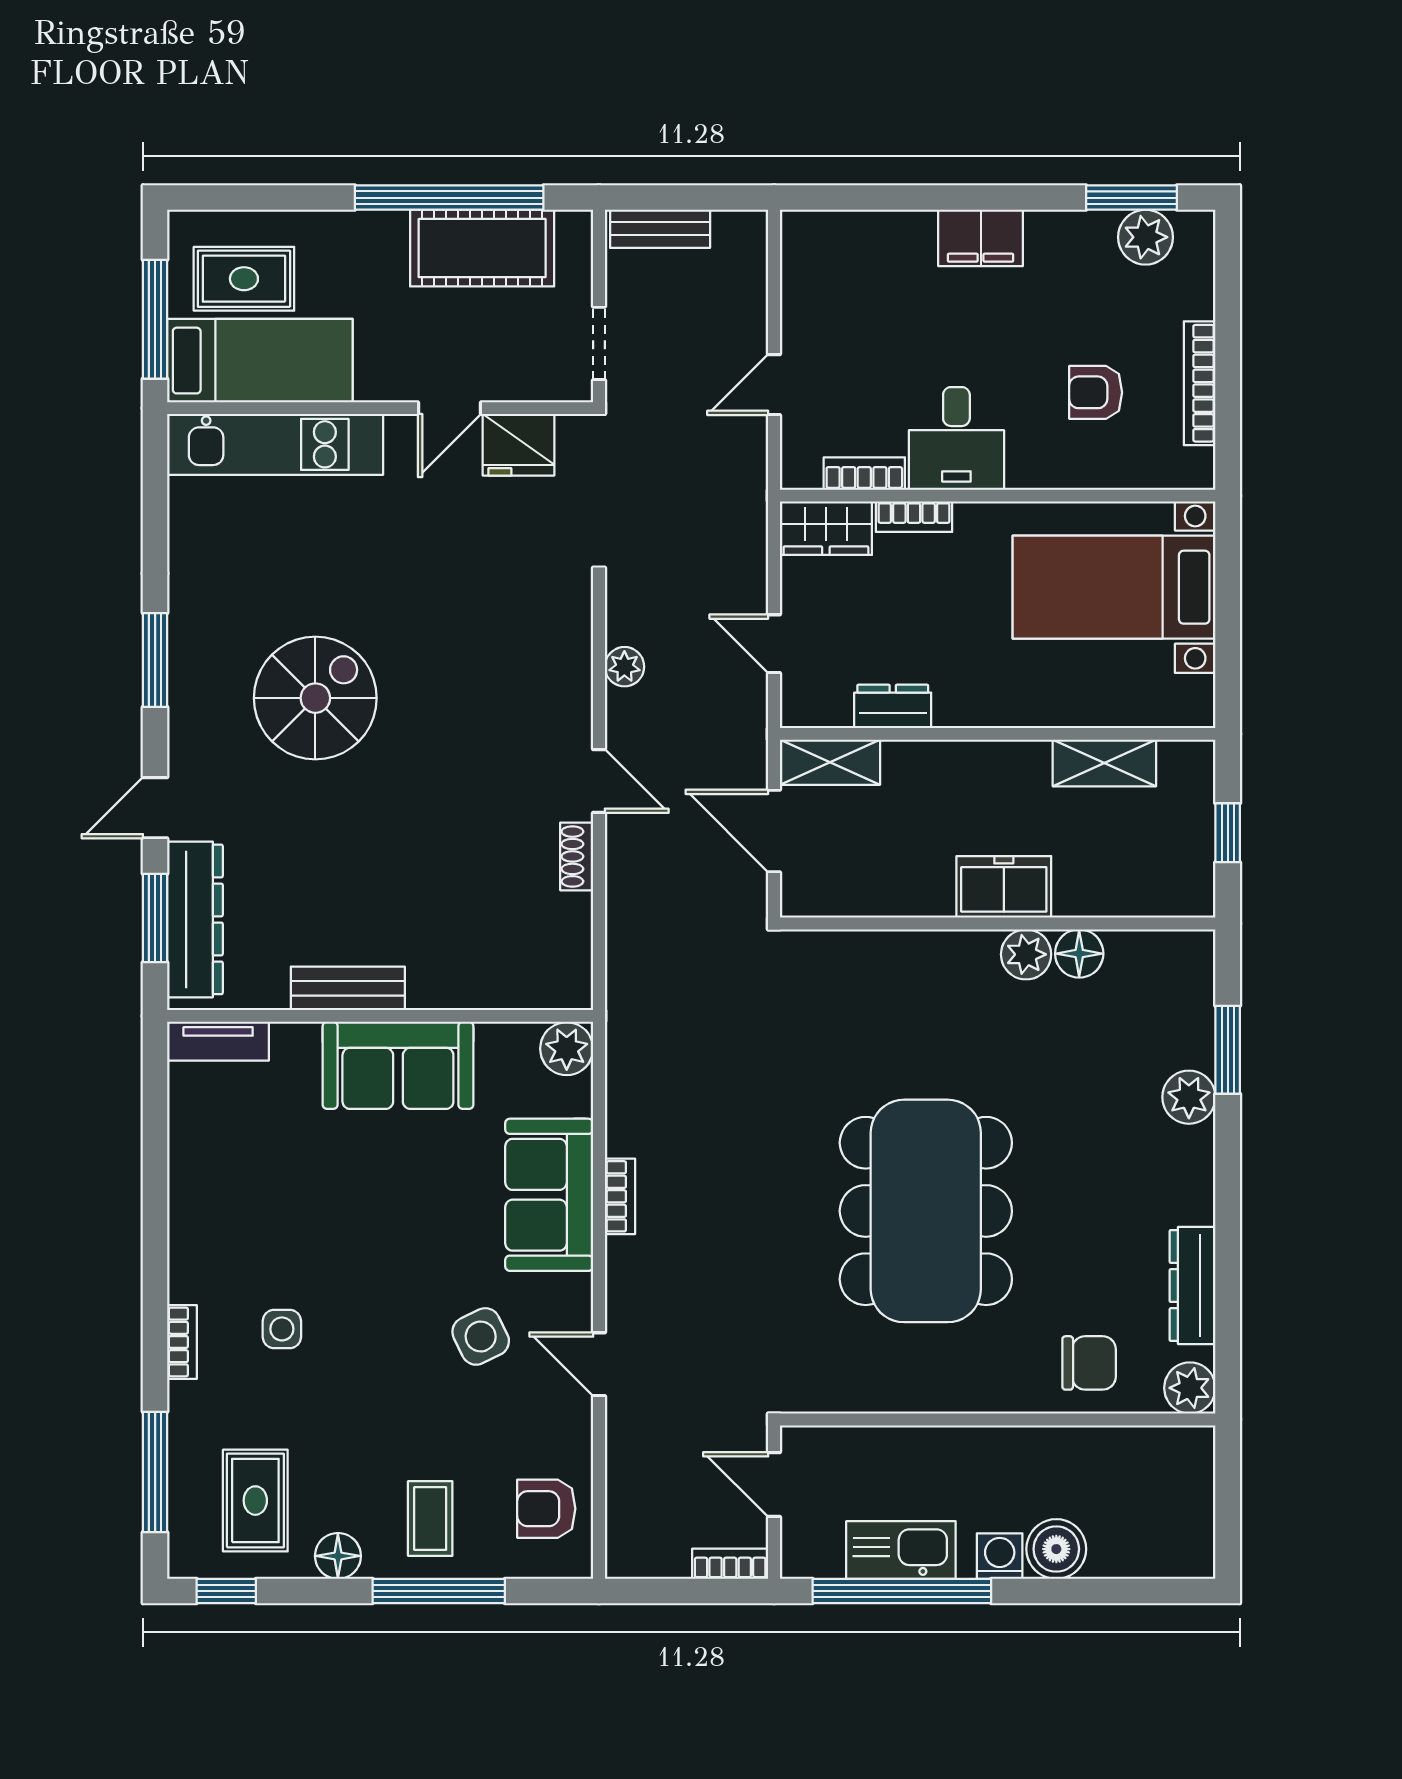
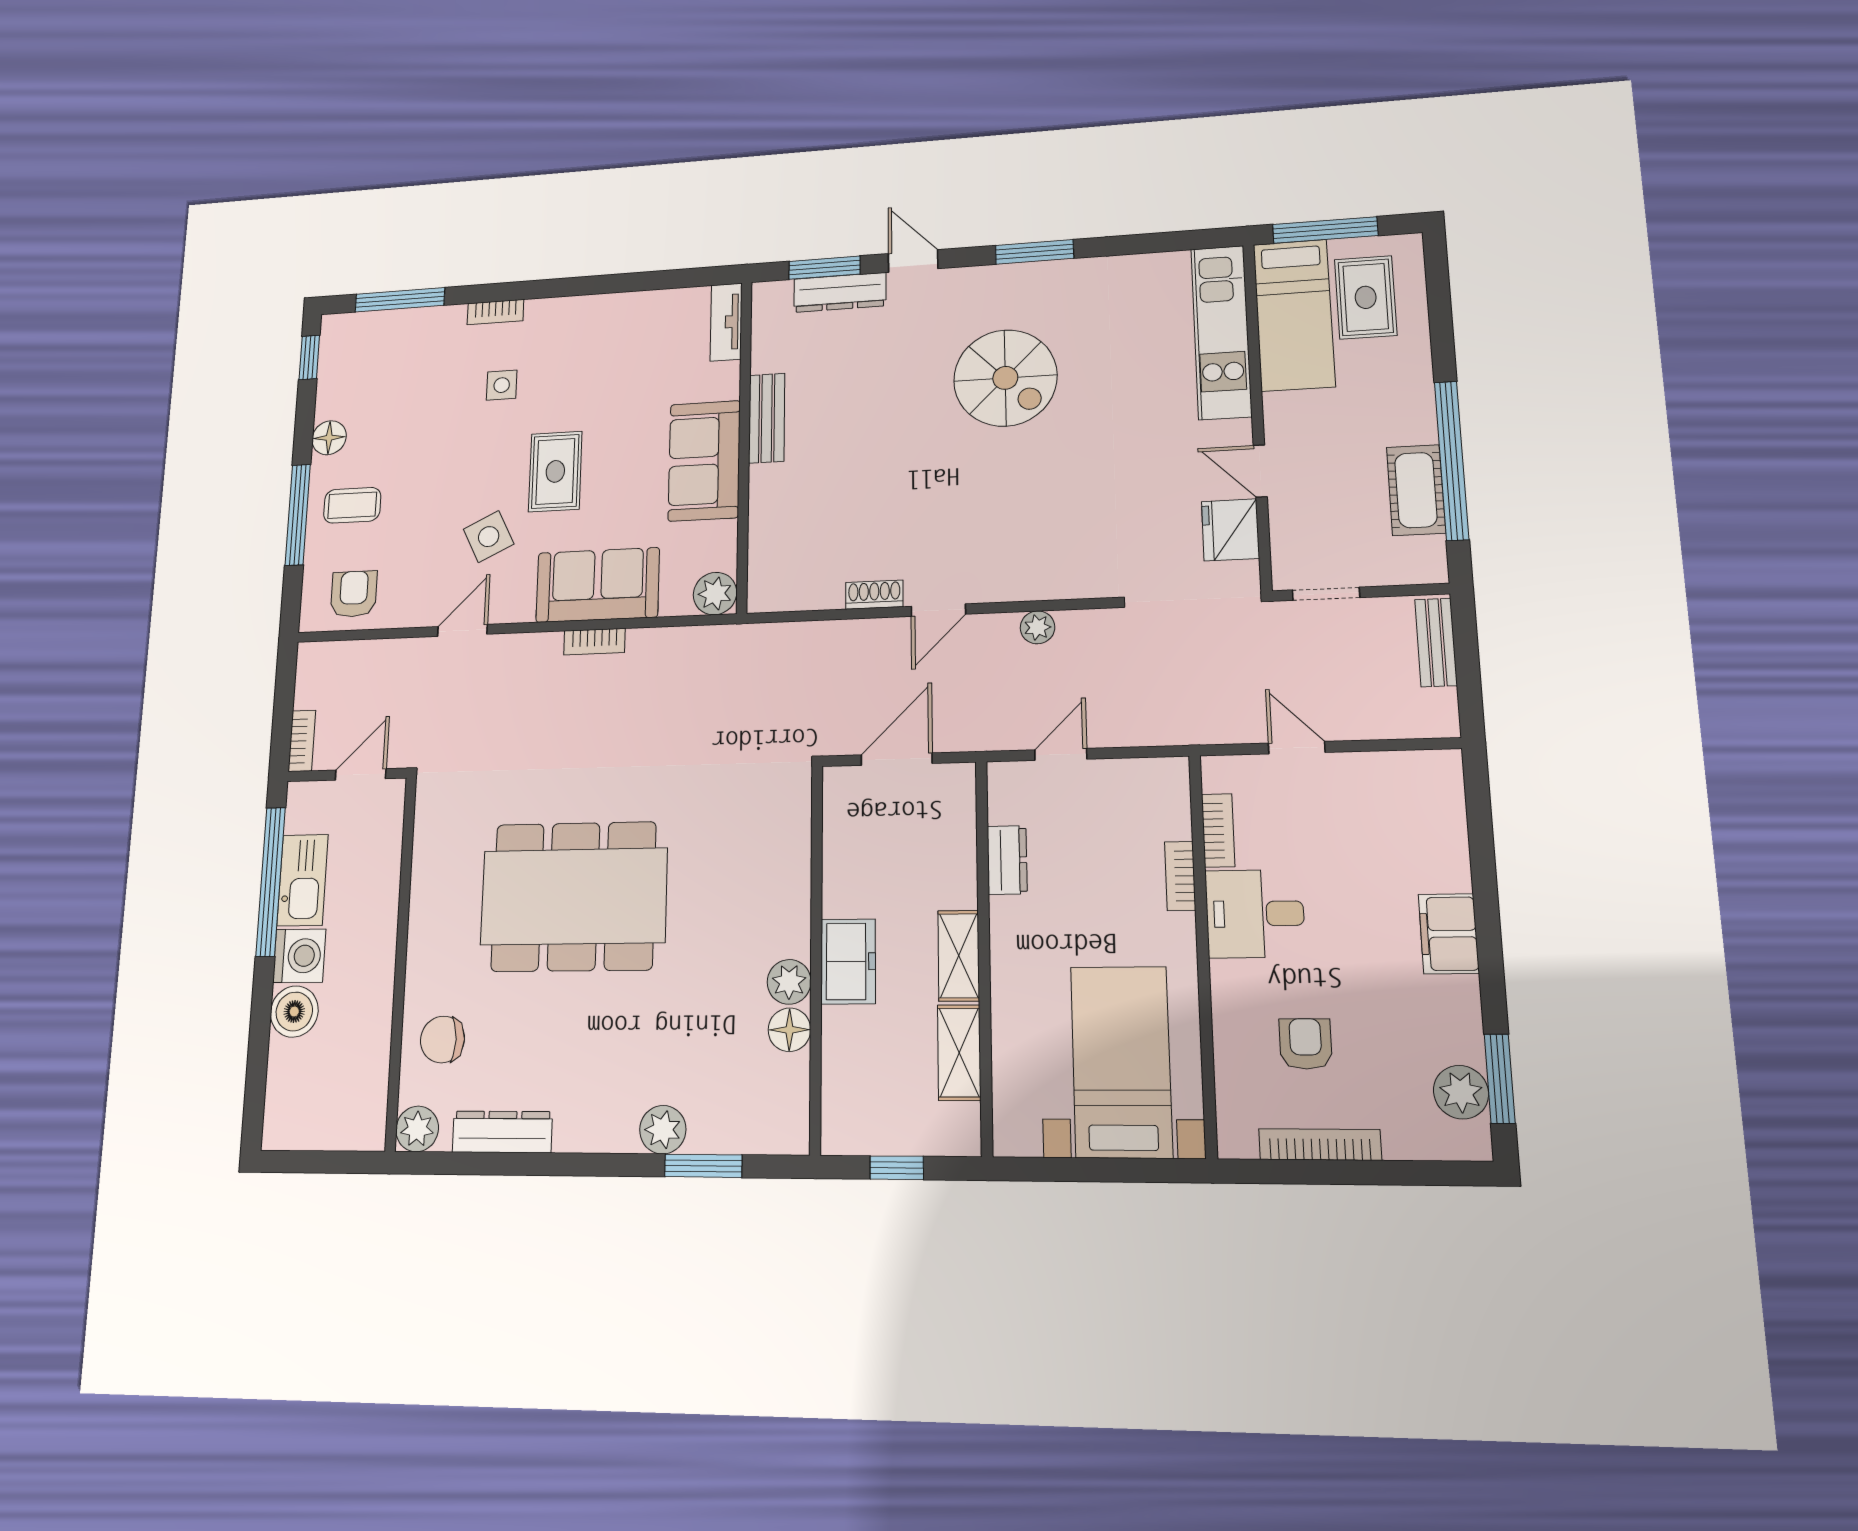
cot: (482, 248) -> (1416, 490), width x0.73, depth x0.75
wardrobe: (826, 528) -> (1166, 797), removed
shelving: (830, 762) -> (959, 956), moved
dresser: (195, 919) -> (840, 292), width x0.73, depth x0.80
chair: (1089, 1363) -> (442, 1039), turned 90
rug: (255, 1501) -> (555, 471), moved, turned 90
washing machine: (1000, 1556) -> (299, 956), width x1.38, depth x1.38

